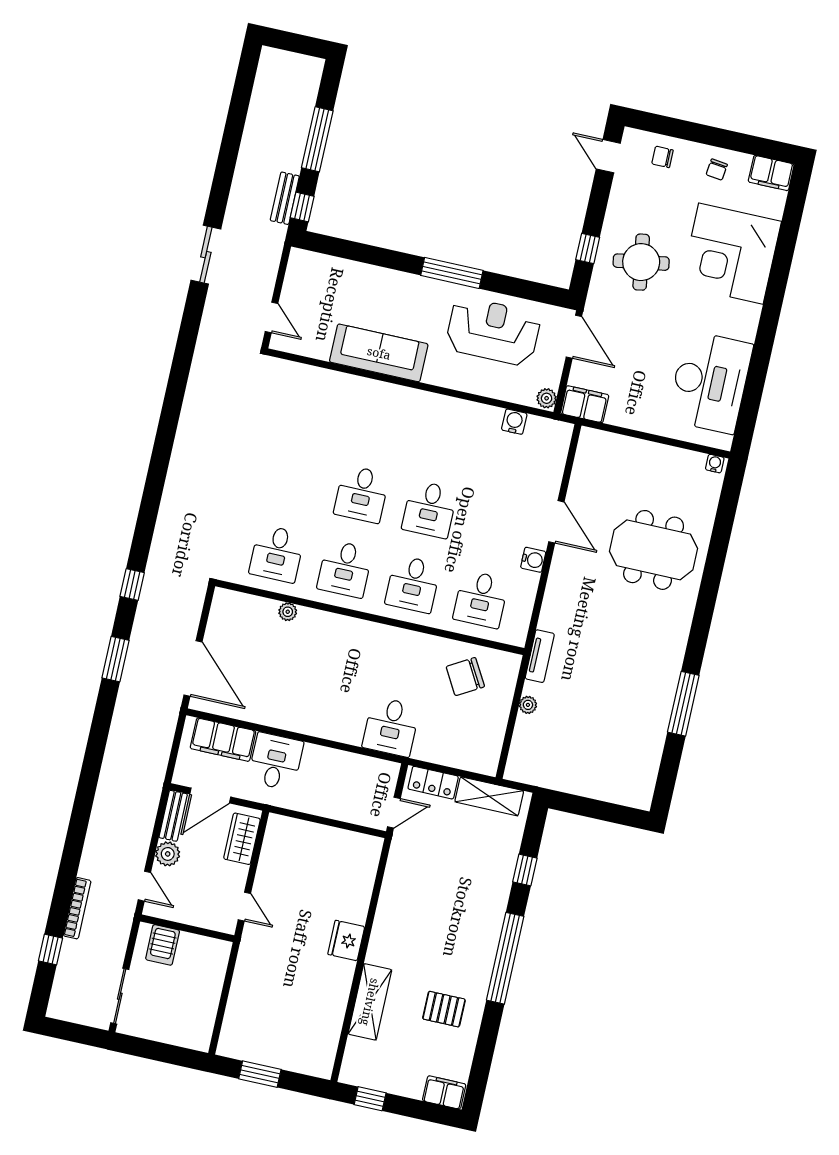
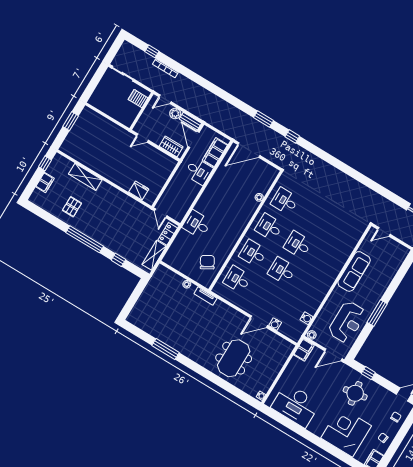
water cooler: (533, 560) -> (275, 324), moved
fridge: (346, 940) -> (139, 190), moved
filing cabinet: (444, 1092) -> (45, 182), moved

